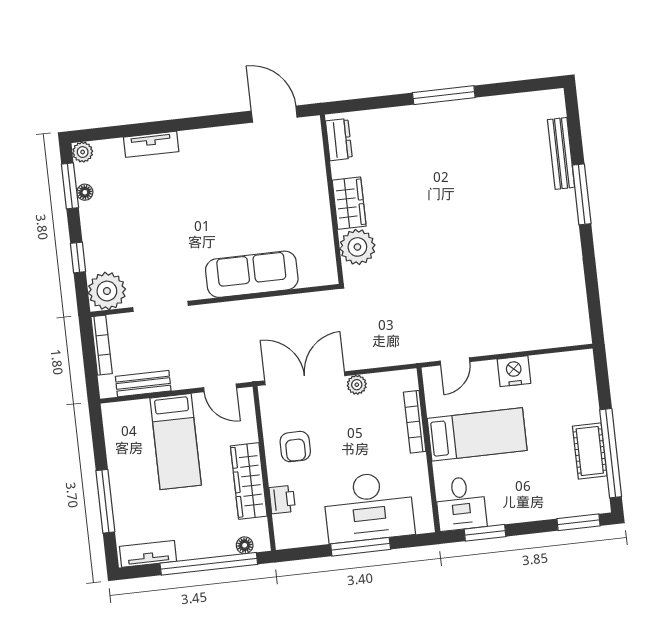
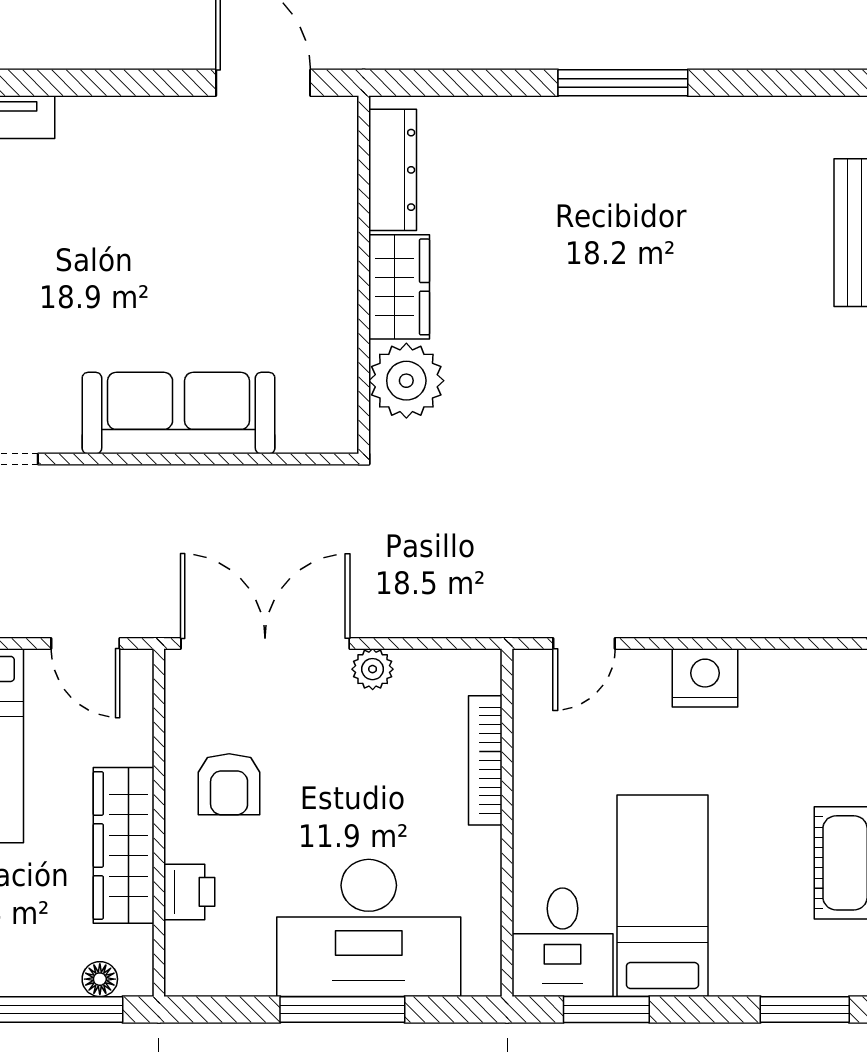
dresser: (339, 140) -> (393, 170), width x1.44
bed: (477, 434) -> (662, 896), moved, turned -90

